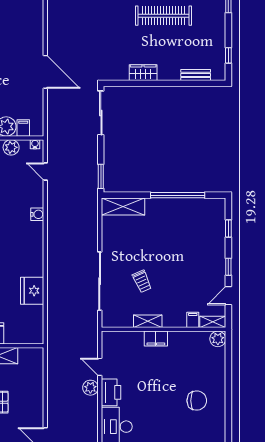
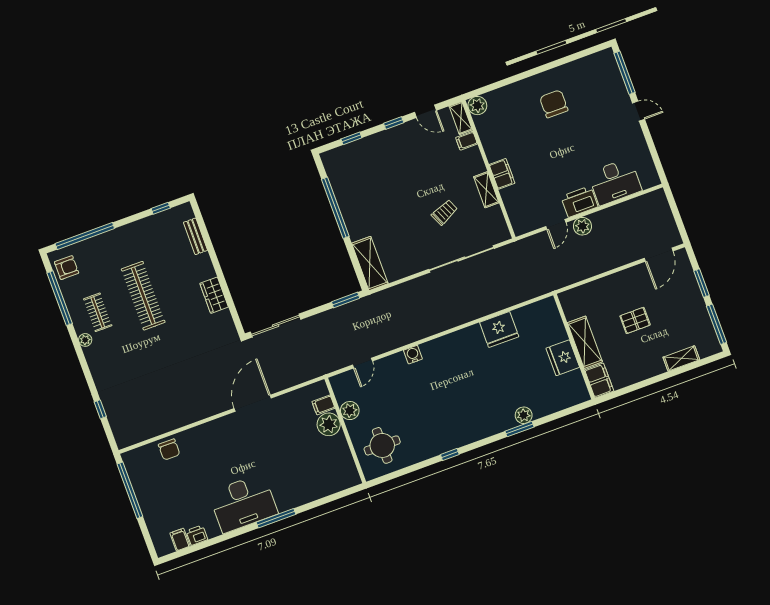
water cooler: (35, 144) -> (337, 385), removed

